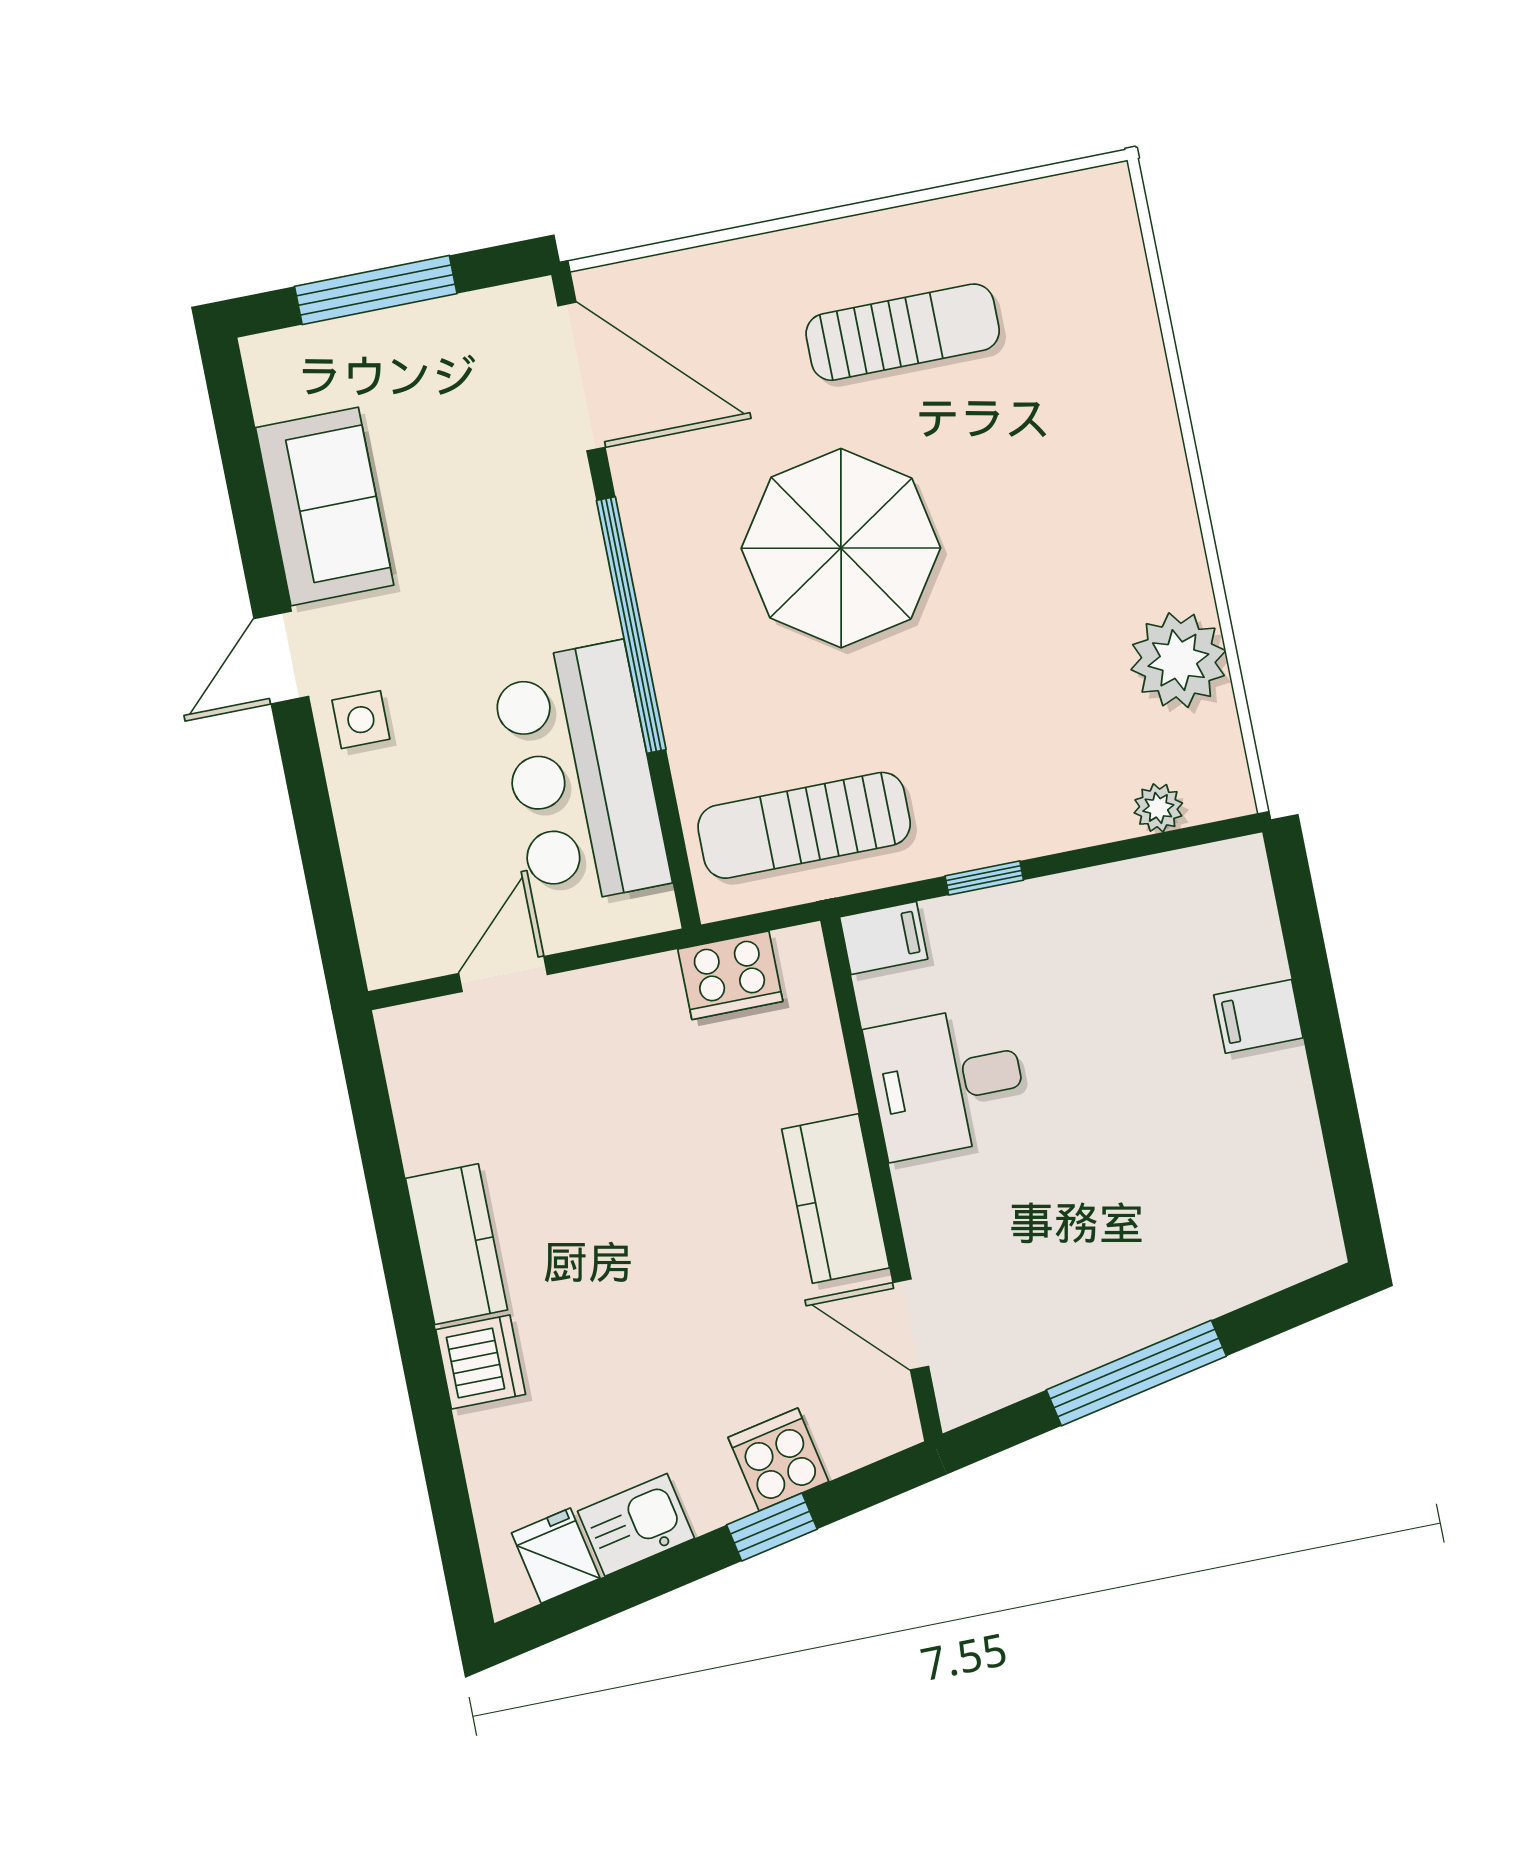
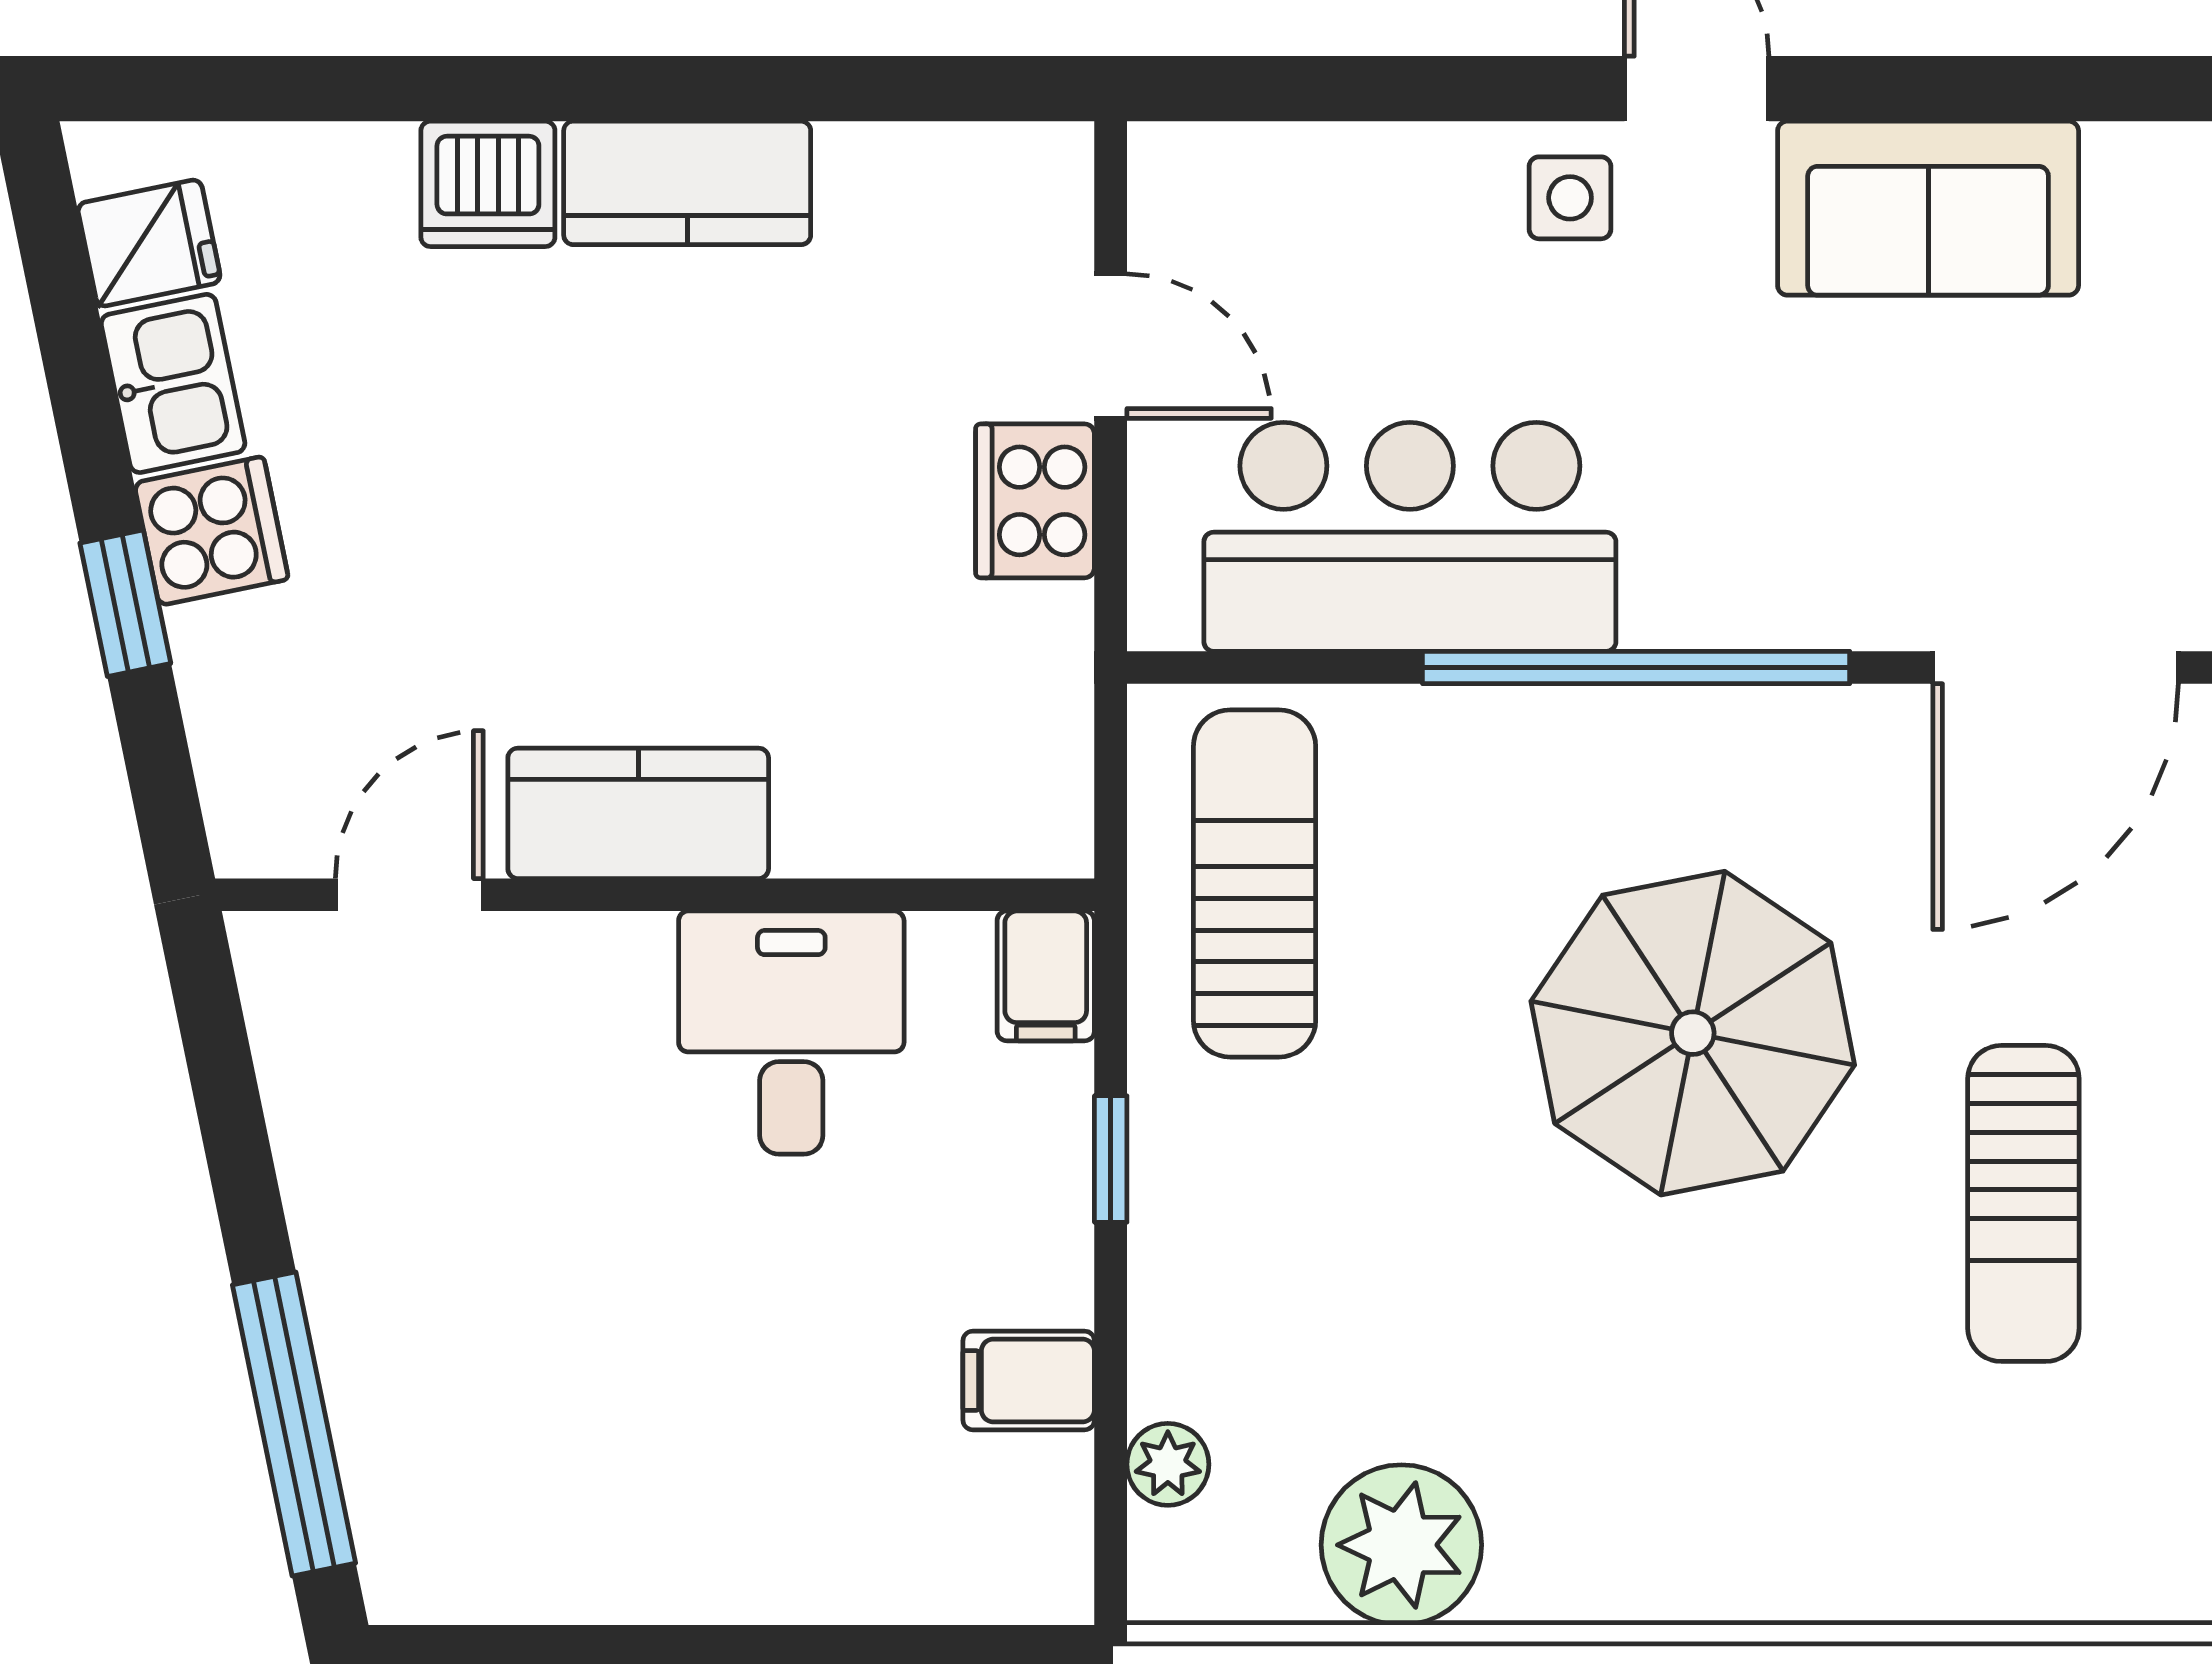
cooker: (730, 975) -> (1035, 501), moved
filing cabinet: (1258, 1016) -> (1029, 1380), moved, turned -90
window: (1136, 1373) -> (294, 1424), moved
cooker: (778, 1460) -> (211, 531), moved

